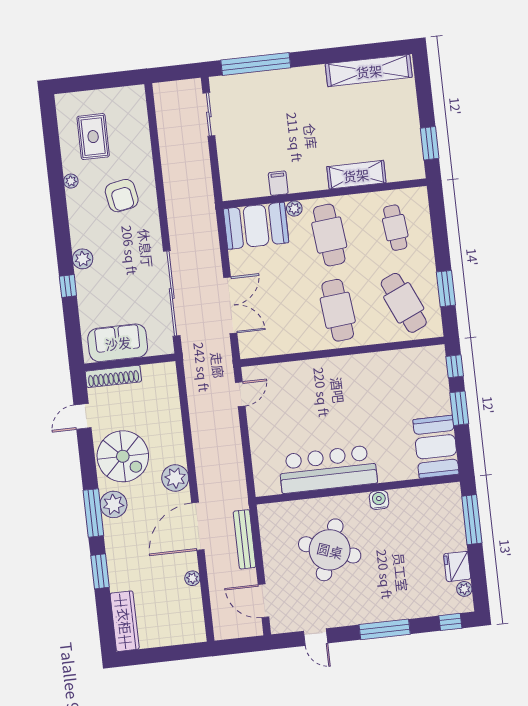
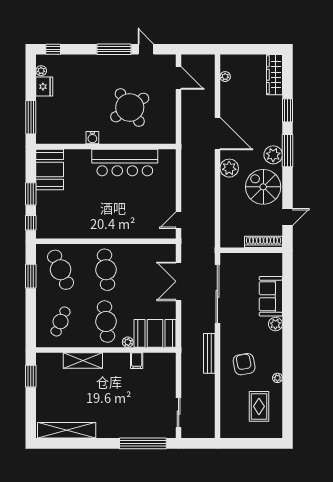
cafe table: (395, 228) -> (61, 322), turned 30
window: (68, 286) -> (287, 307), removed
sofa: (118, 343) -> (271, 296), moved, turned 90
door: (198, 526) -> (217, 134), hinge flipped
bench: (244, 539) -> (209, 353), moved
round table: (330, 550) -> (130, 108), turned 36
plant: (192, 578) -> (225, 77), moved
window: (385, 629) -> (114, 49), moved

